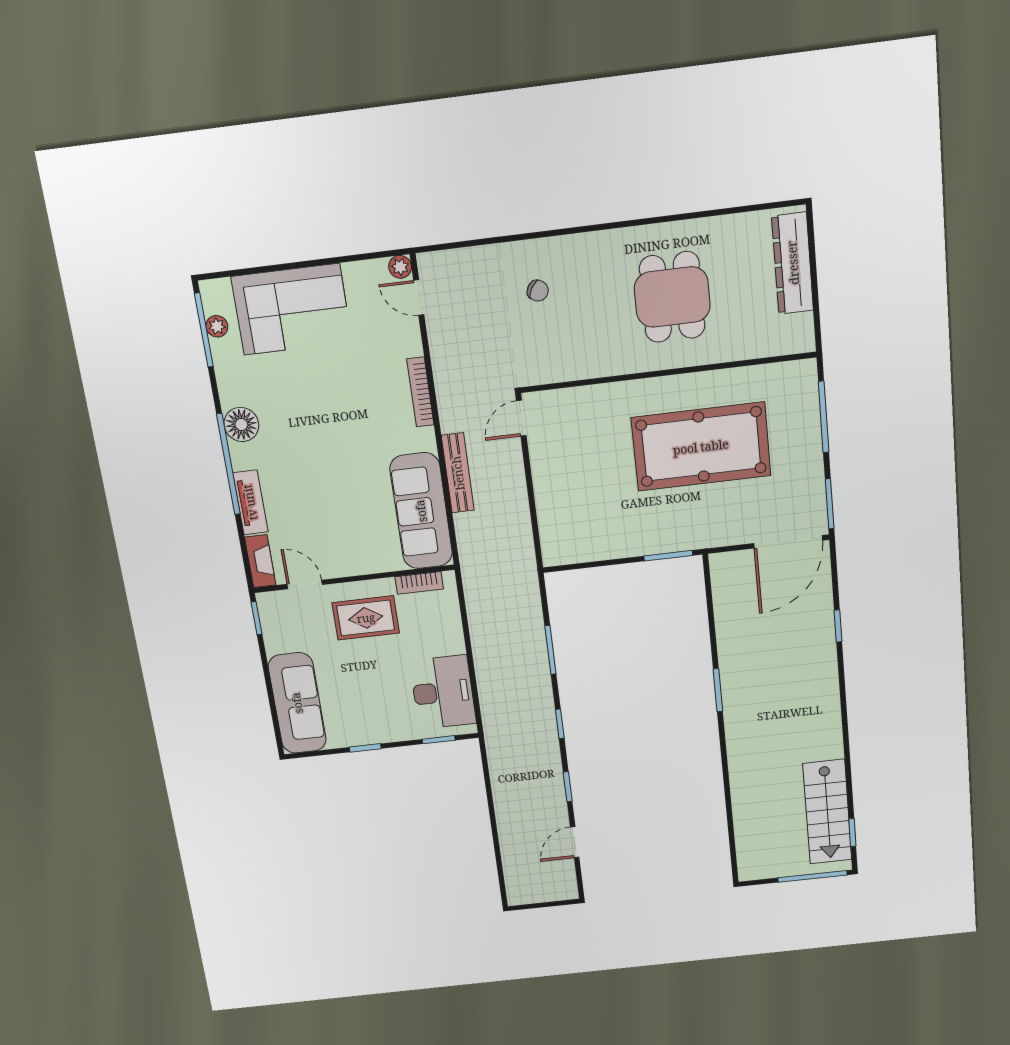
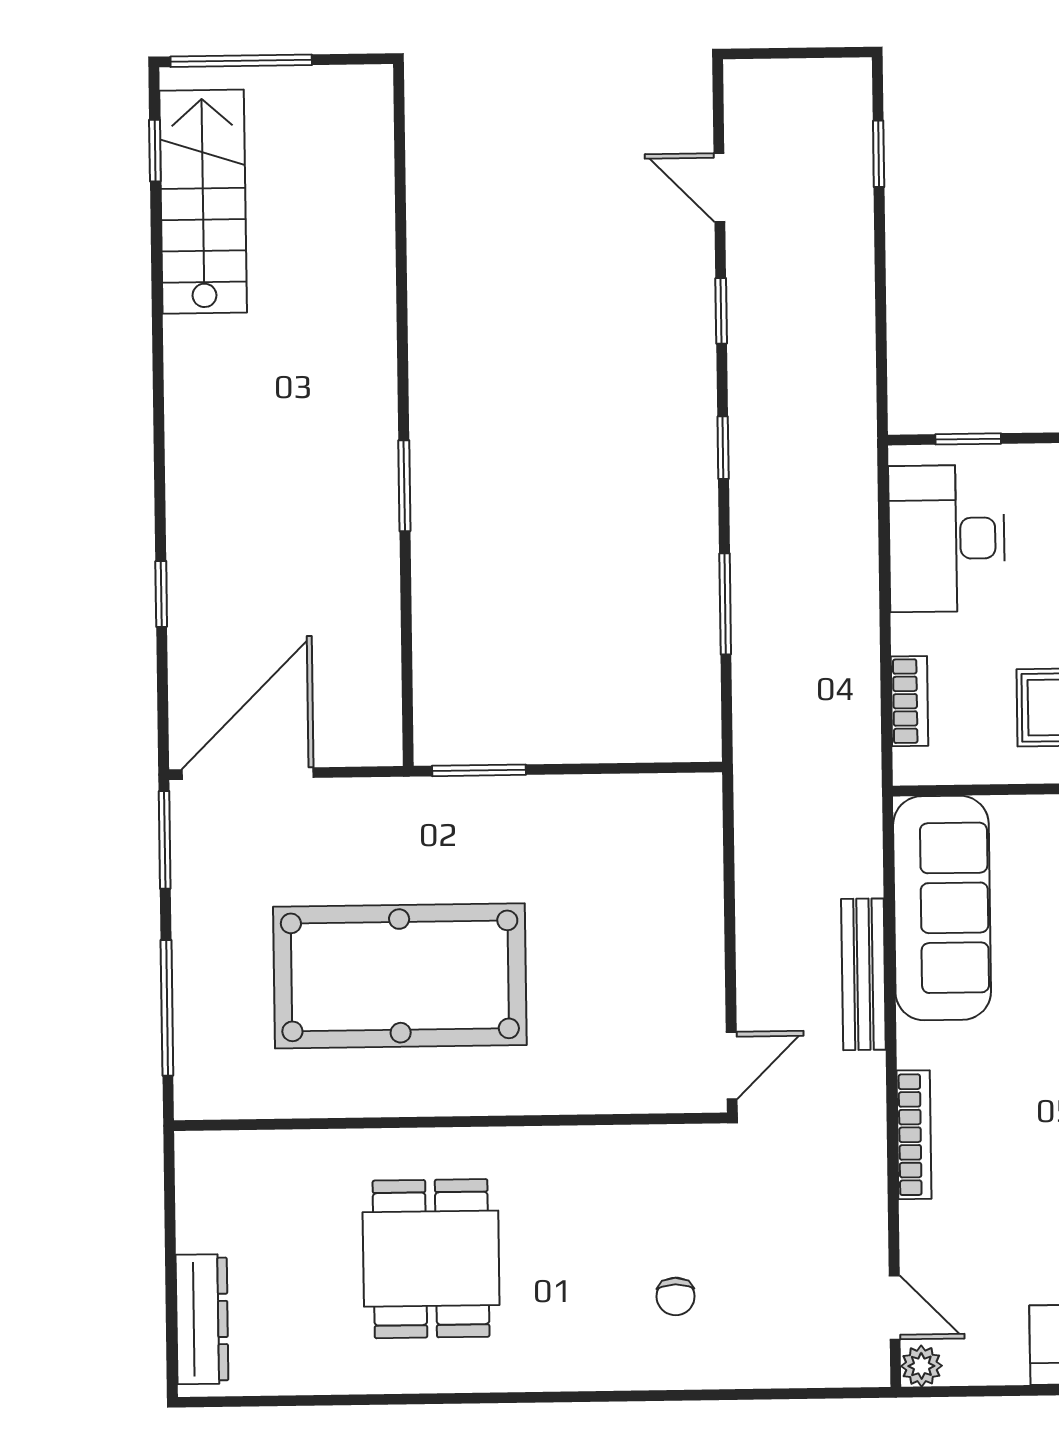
dresser: (793, 263) -> (202, 1319), width x0.73, depth x0.80
chair: (538, 291) -> (675, 1296), turned -121
bookcase: (419, 583) -> (910, 701), moved, turned 90
door: (575, 842) -> (719, 188), swing flipped
window: (499, 864) -> (879, 154), added

